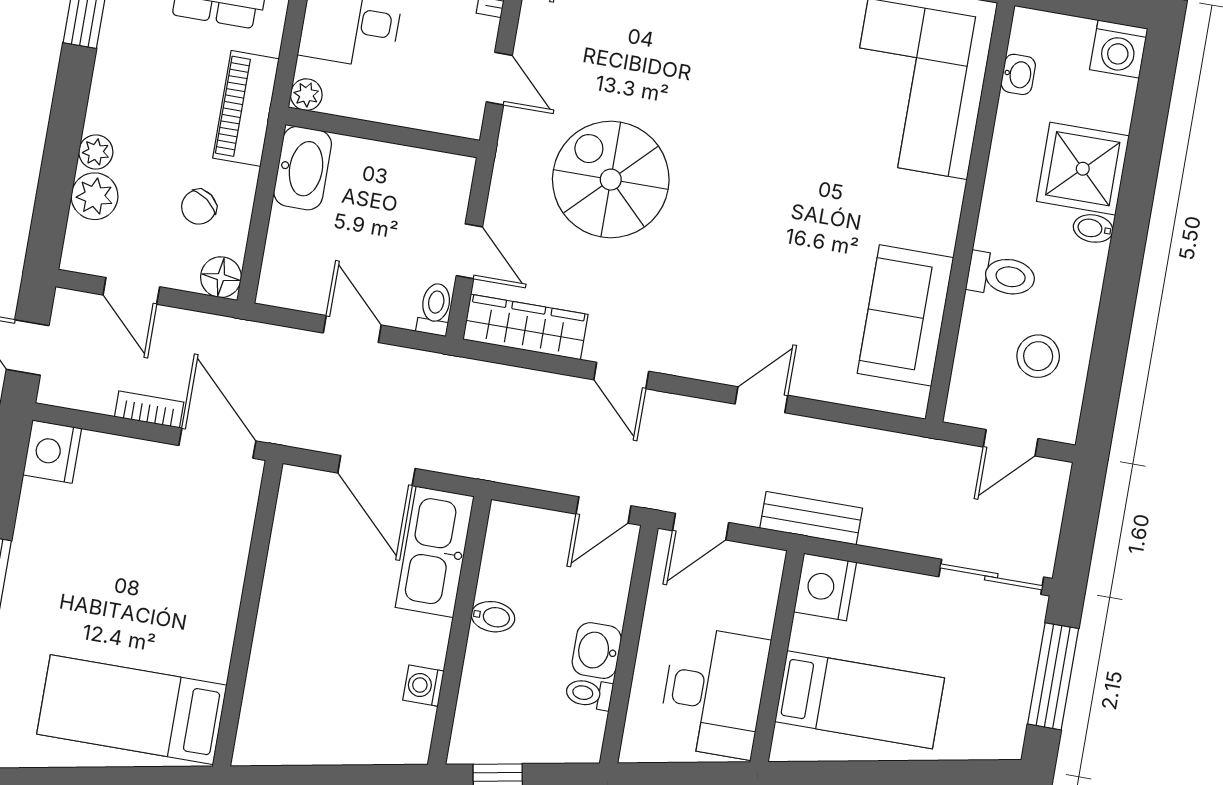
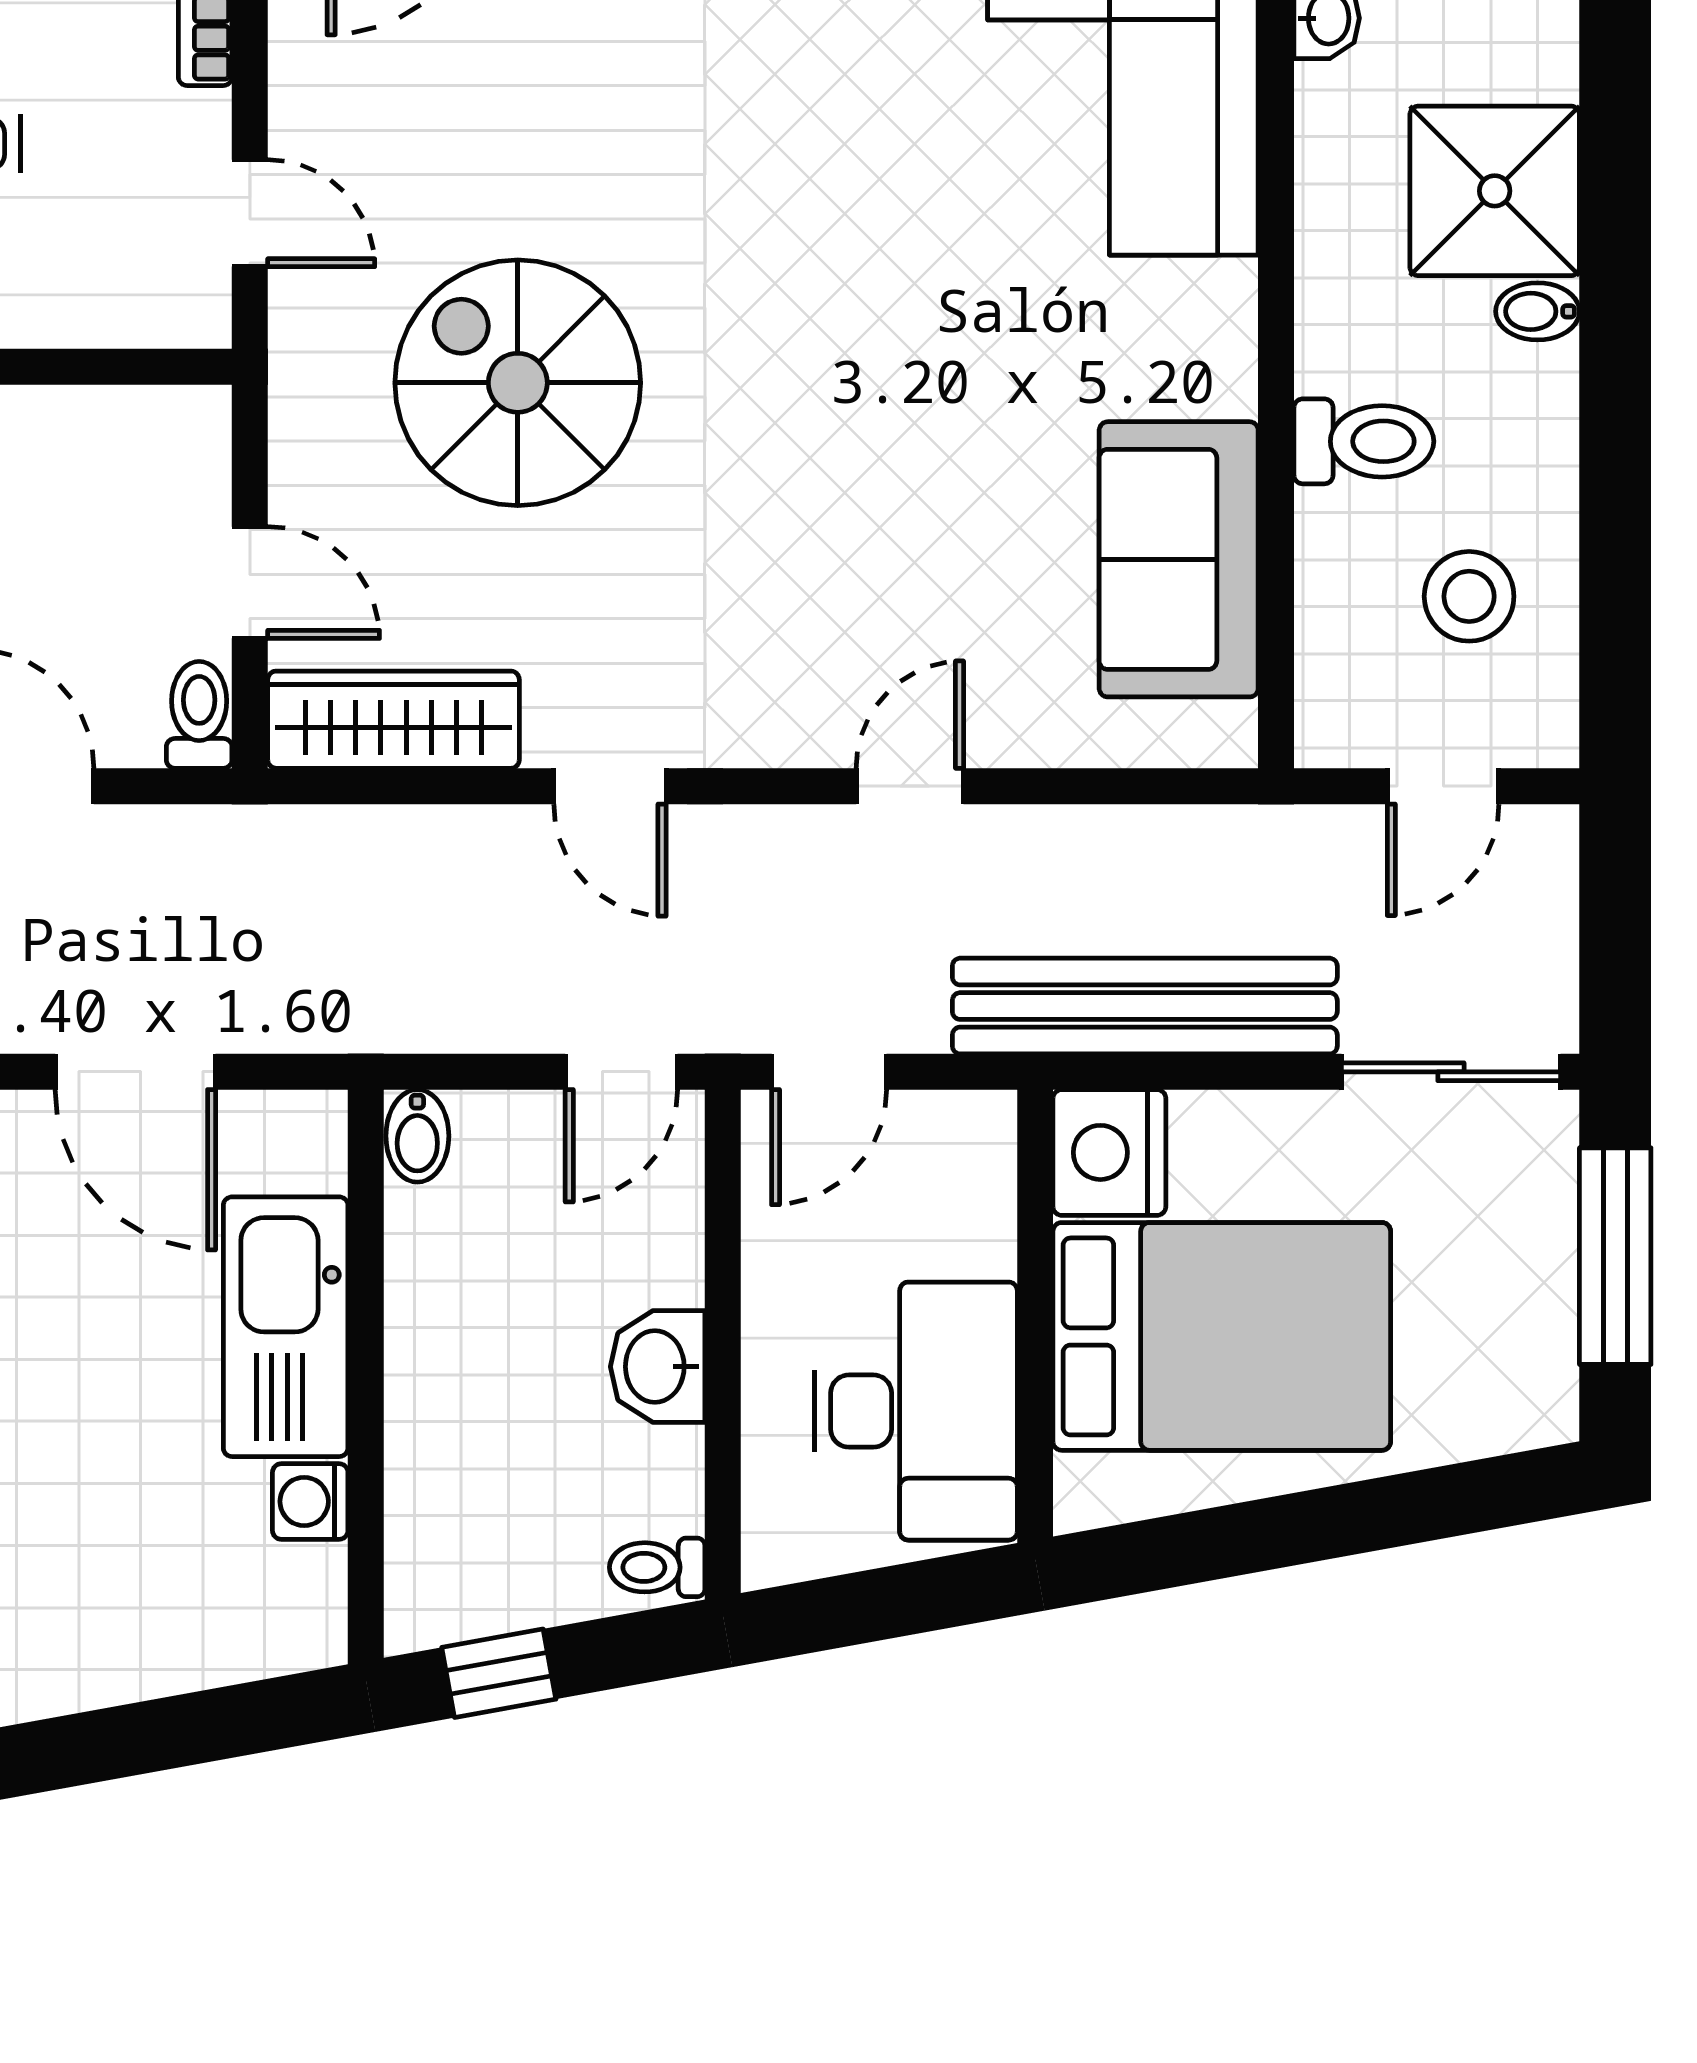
bench: (811, 518) -> (1145, 1006), width x1.86, depth x1.21
kitchen sink: (435, 552) -> (286, 1327), moved
bidet: (493, 617) -> (417, 1136), moved, turned 90
toilet: (589, 694) -> (657, 1567), moved
bed: (860, 700) -> (1222, 1336), width x1.50

